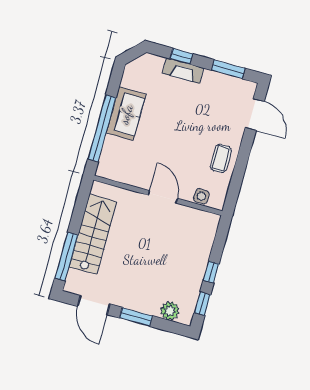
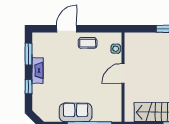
fireplace: (183, 71) -> (38, 70), moved
door: (255, 114) -> (67, 29), moved

